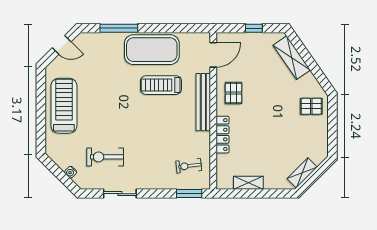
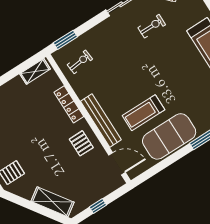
door: (213, 55) -> (117, 164), swing flipped
treadmill: (161, 85) -> (144, 113), turned 180
exercise bike: (105, 157) -> (152, 26), width x0.73, depth x0.72
shelving: (248, 183) -> (35, 71), moved

